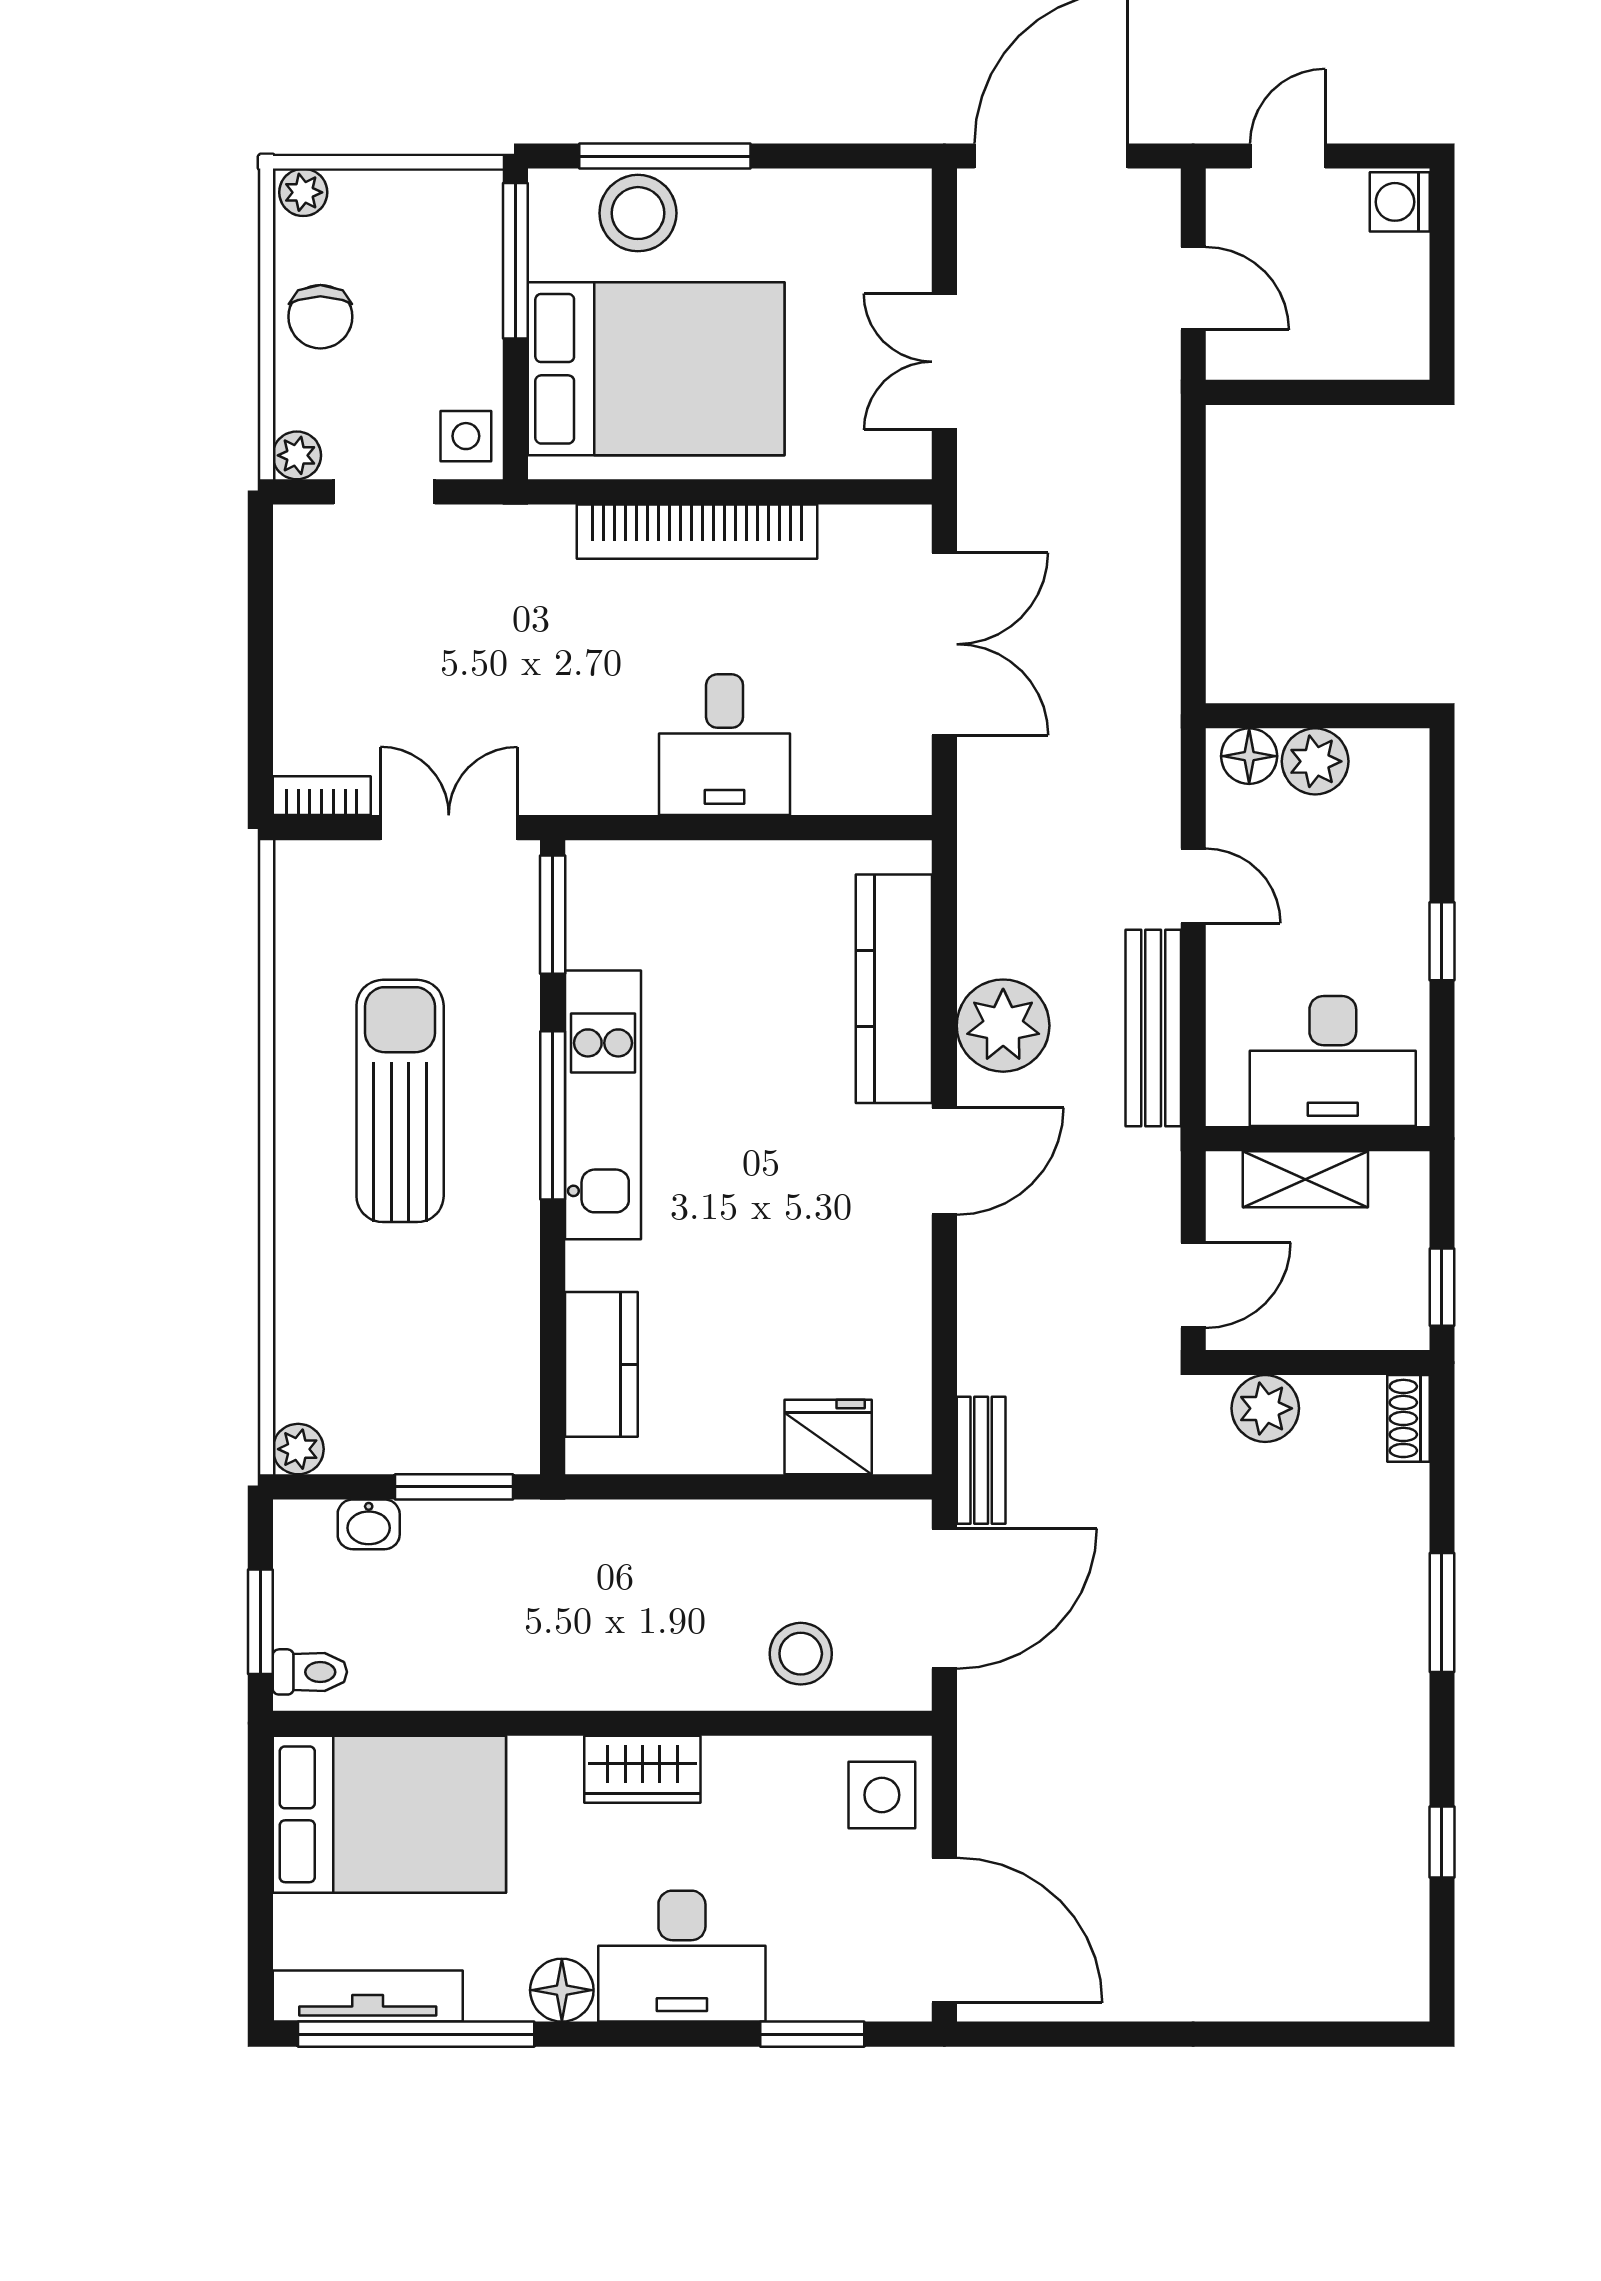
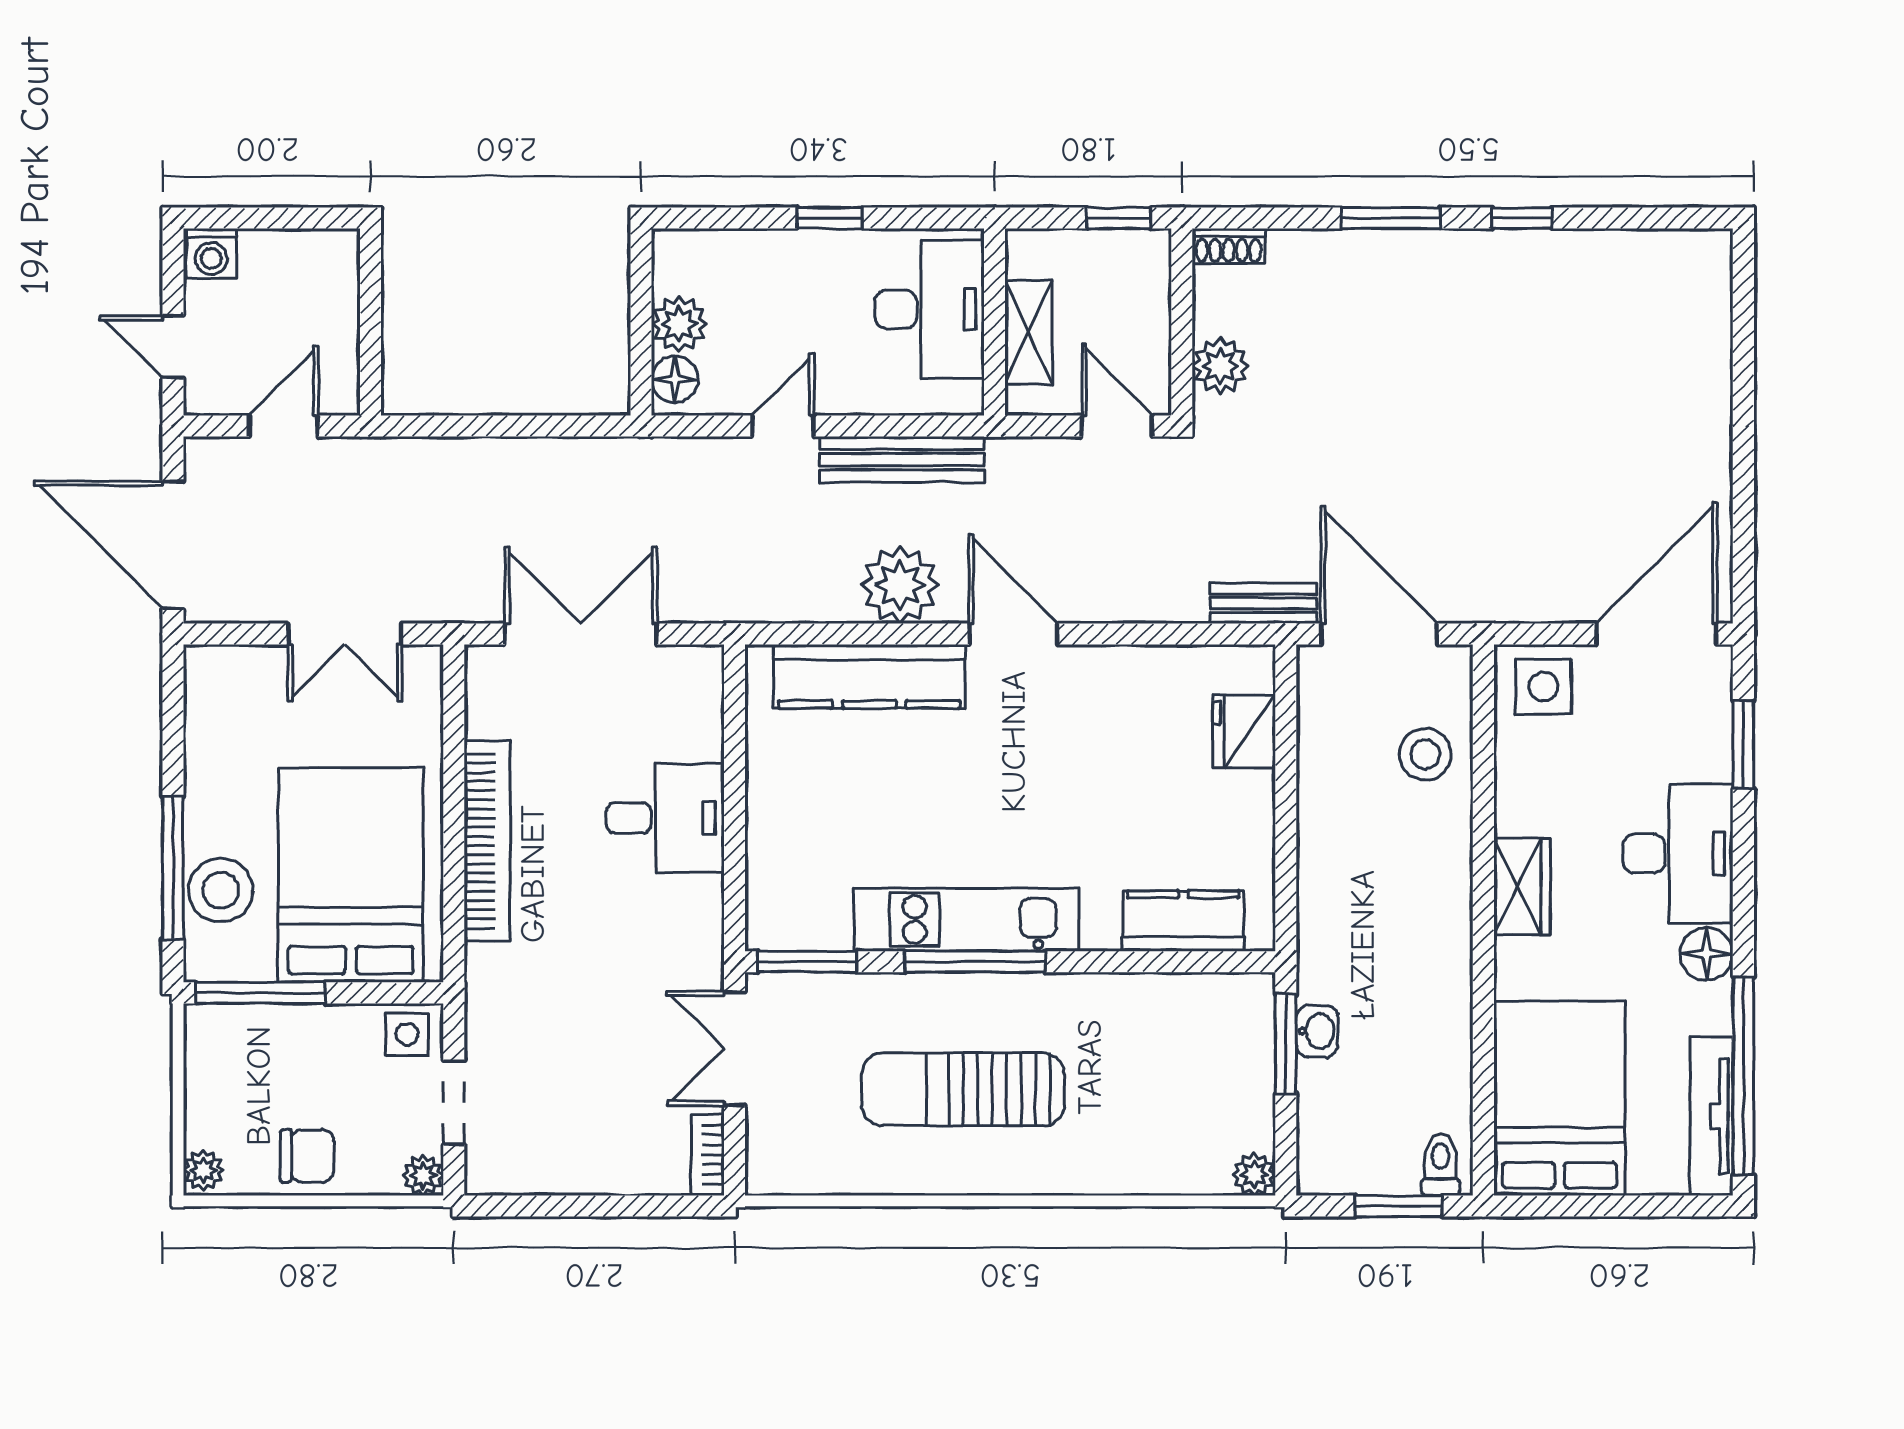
washbasin: (369, 1524) -> (1317, 1031), moved
window: (1442, 1842) -> (1522, 218), moved

